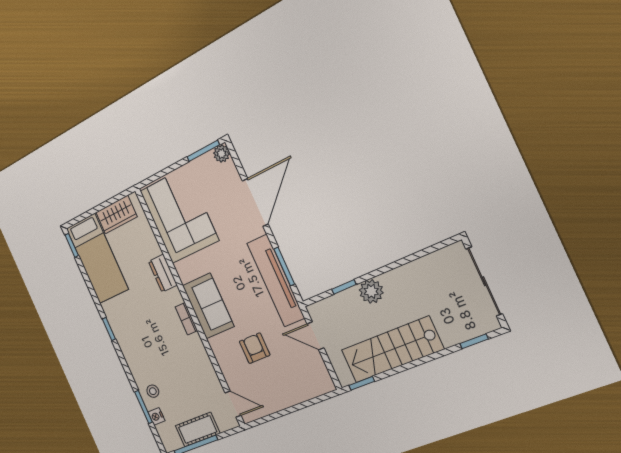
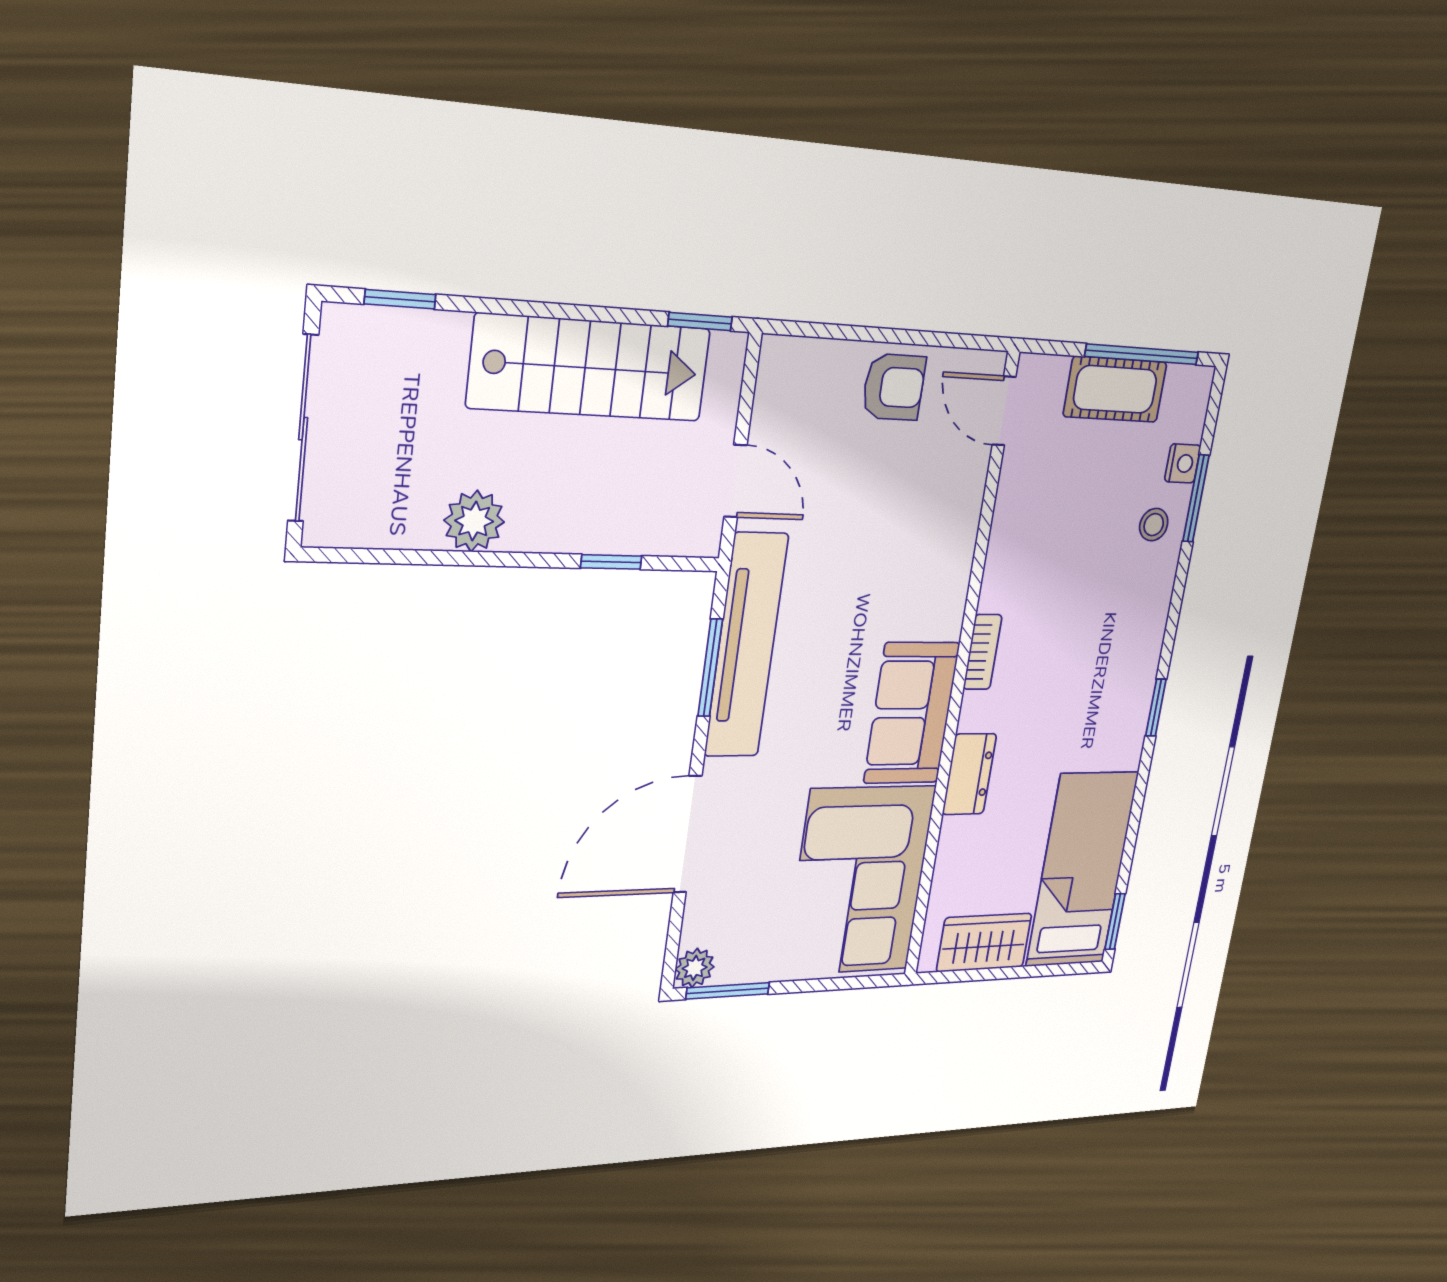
plant: (371, 291) -> (474, 521), moved
sofa: (208, 306) -> (912, 713), moved
armchair: (255, 348) -> (894, 387), moved, turned -90

